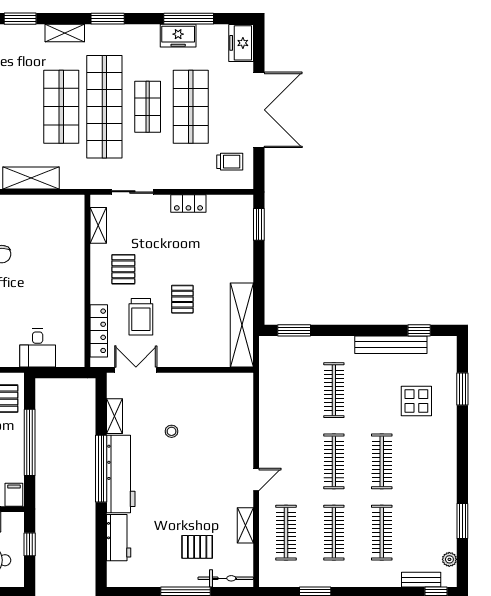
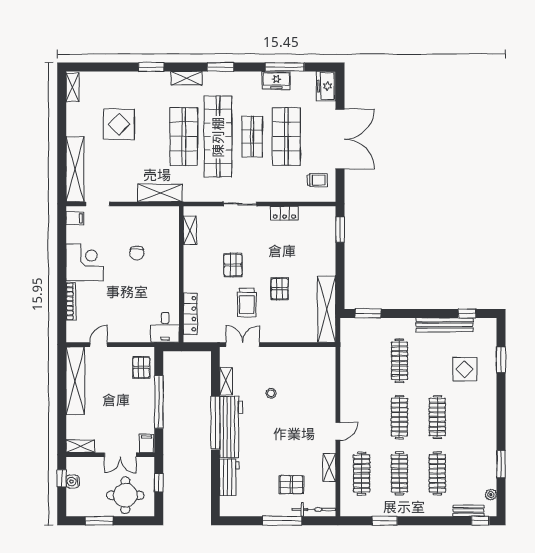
shelving: (98, 225) -> (190, 230), moved
wall: (87, 281) -> (181, 274), moved
locker: (99, 331) -> (190, 314), moved

